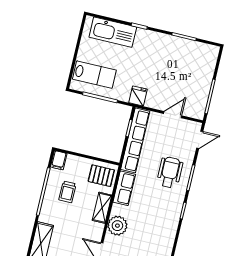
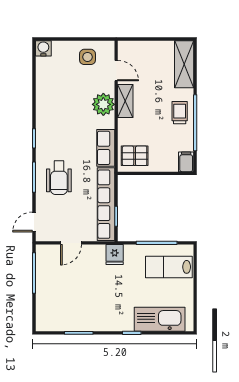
trolley: (67, 192) -> (180, 113), moved
shelving: (102, 208) -> (125, 101), moved

